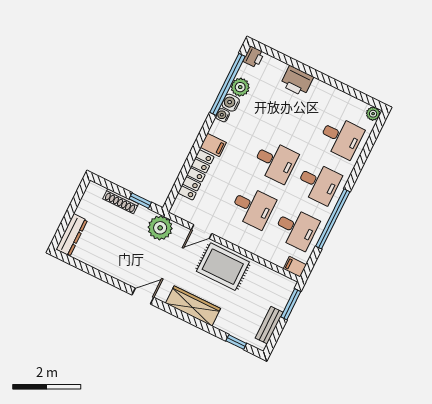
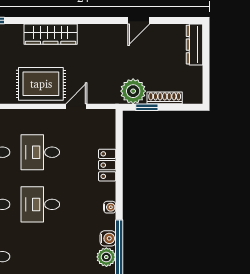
water cooler: (223, 115) -> (110, 207), moved
filing cabinet: (213, 145) -> (105, 192), removed
locker: (196, 175) -> (107, 165), width x0.66
plant: (160, 228) -> (133, 91), moved
door: (143, 296) -> (139, 20), moved

